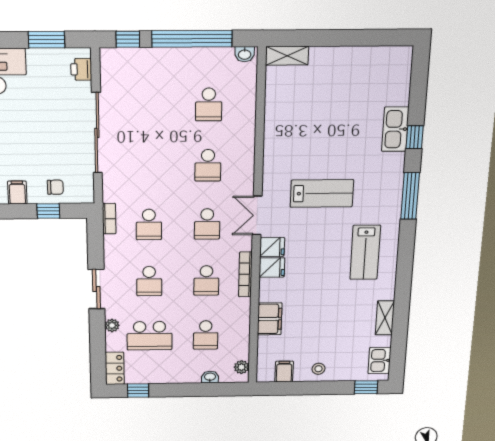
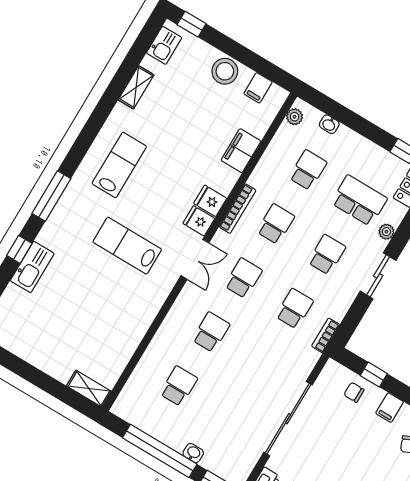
washbasin: (245, 54) -> (193, 453), moved
stool: (318, 369) -> (225, 71), width x1.89, depth x1.89

